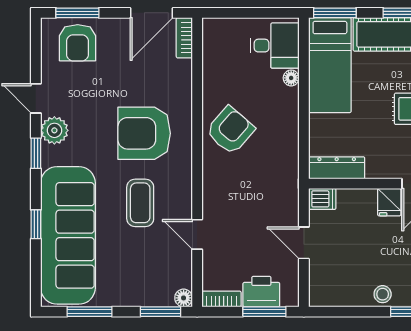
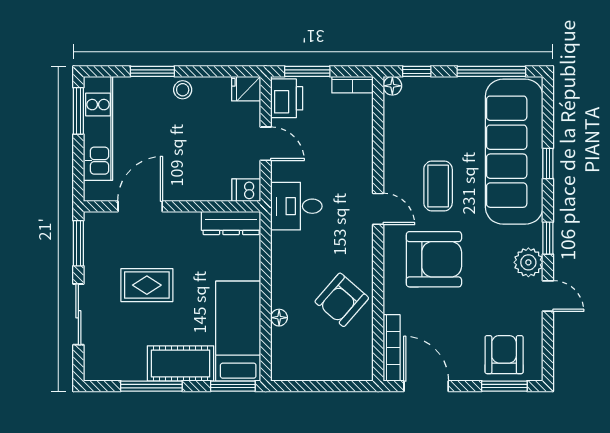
door: (151, 13) -> (426, 386), hinge flipped
bookcase: (184, 38) -> (392, 348), width x1.56
desk: (275, 46) -> (296, 206), moved
armchair: (230, 130) -> (342, 300), moved
fridge: (389, 202) -> (246, 89), moved, turned -90
door: (197, 234) -> (378, 209), moved
printer: (261, 292) -> (287, 98), moved, turned -90
window: (90, 312) -> (491, 71), width x1.44
window: (160, 312) -> (417, 71), width x0.67

